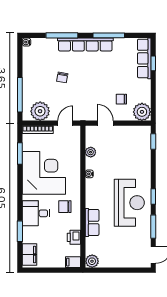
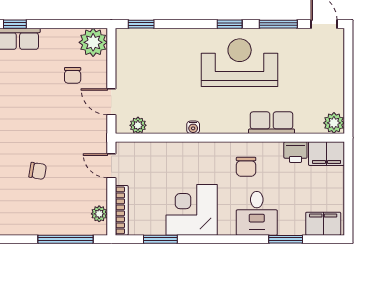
plant: (40, 111) -> (99, 214), width x0.53, depth x0.53
door: (105, 123) -> (111, 102), hinge flipped
plant: (91, 152) -> (138, 125), moved
corner desk: (44, 173) -> (192, 210), width x0.74, depth x0.74
filing cabinet: (73, 262) -> (326, 154), width x2.00

